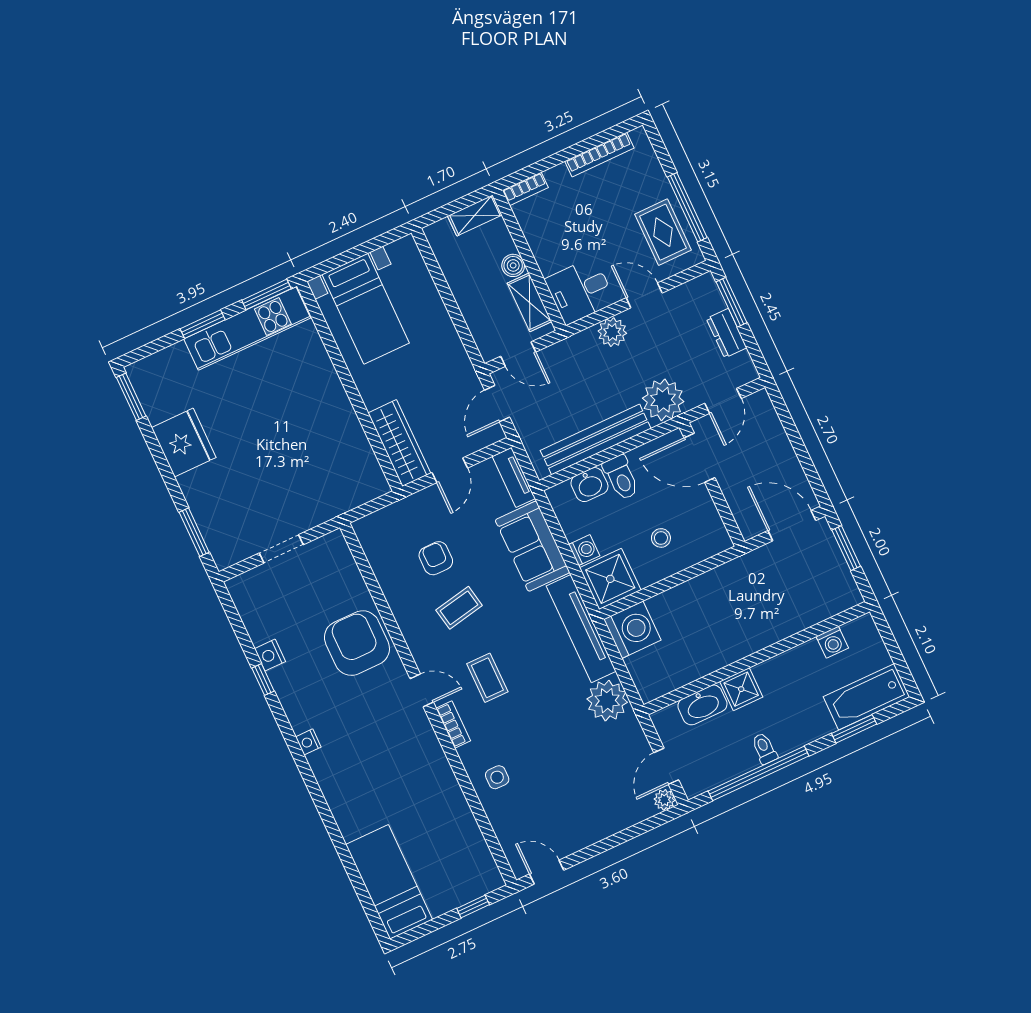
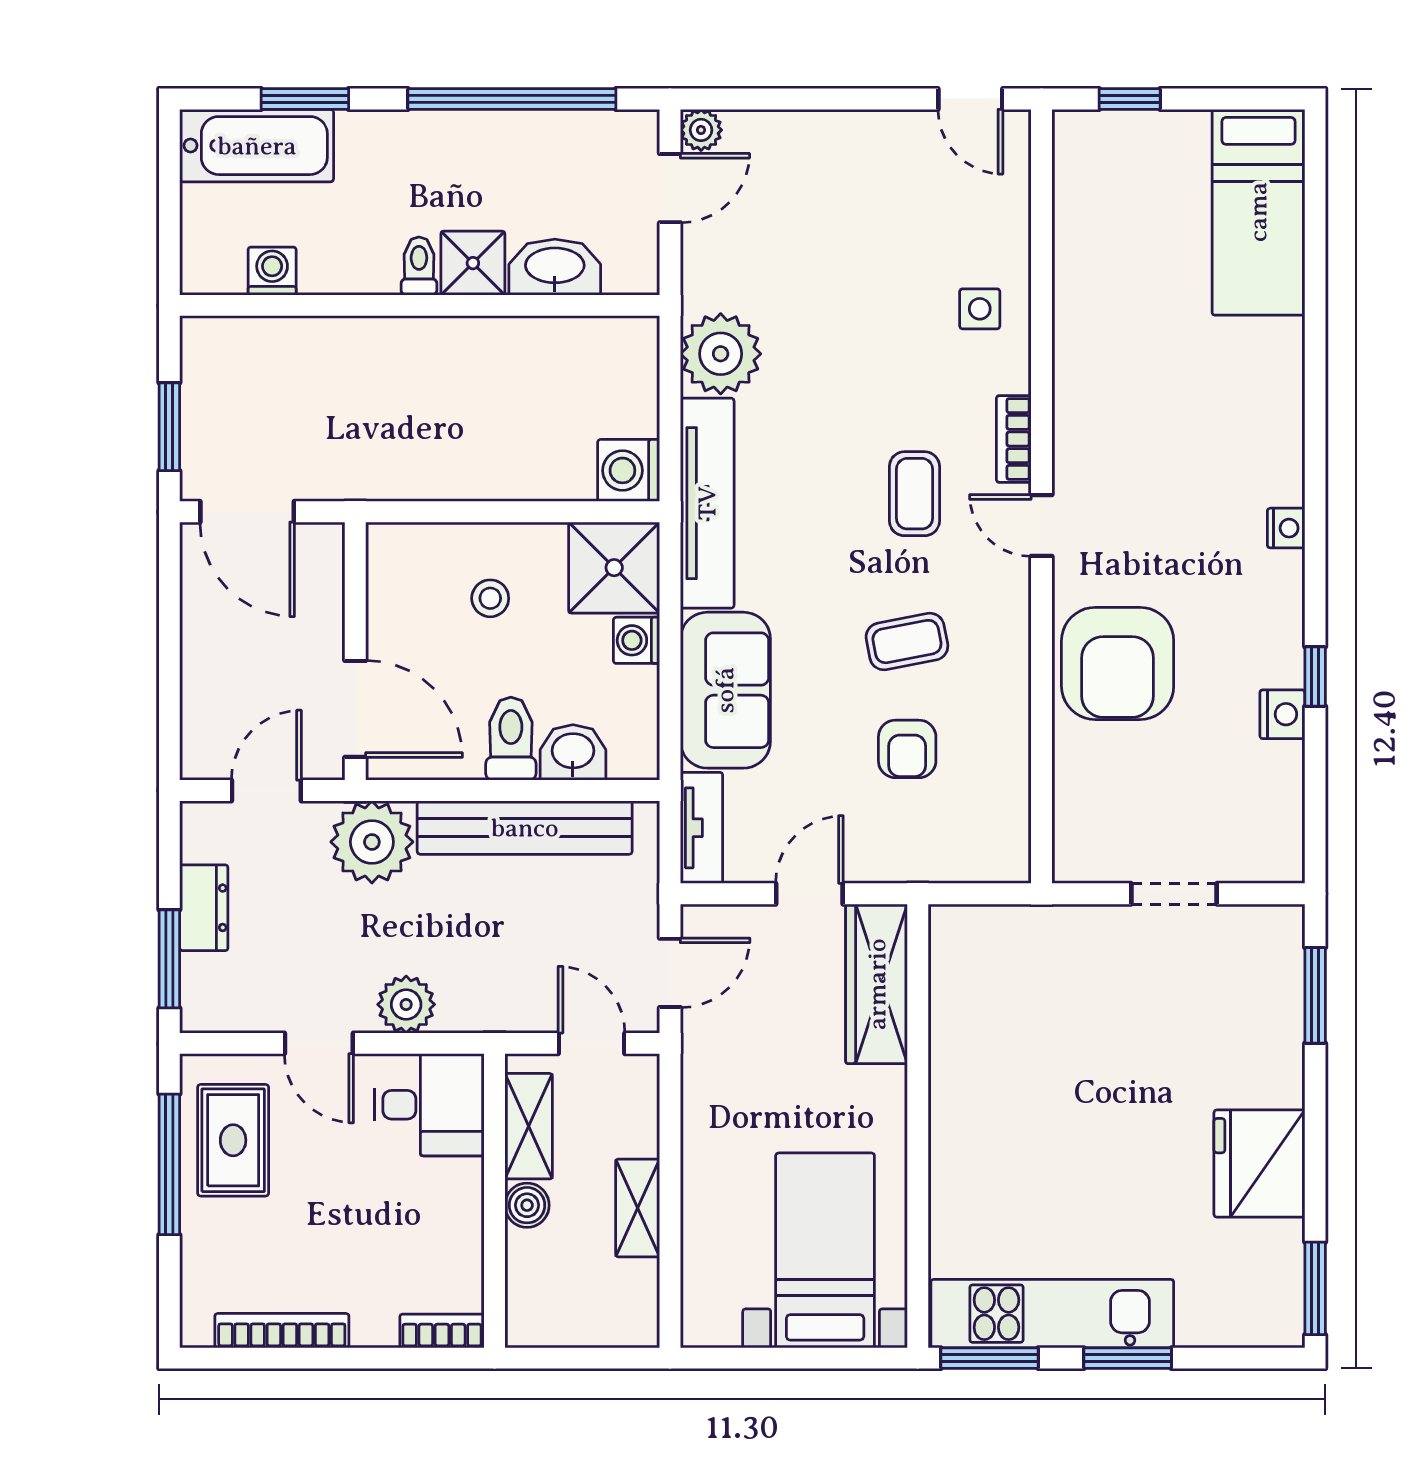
shelving: (475, 215) -> (638, 1208), moved, turned 90
washing machine: (632, 630) -> (629, 470), width x0.73, depth x0.73
toilet: (764, 749) -> (419, 266), moved, turned 180

